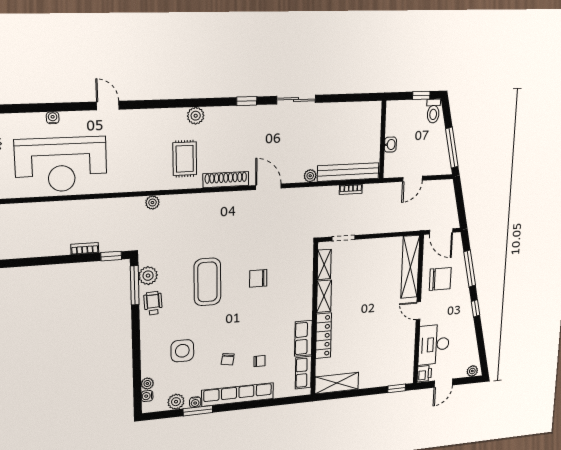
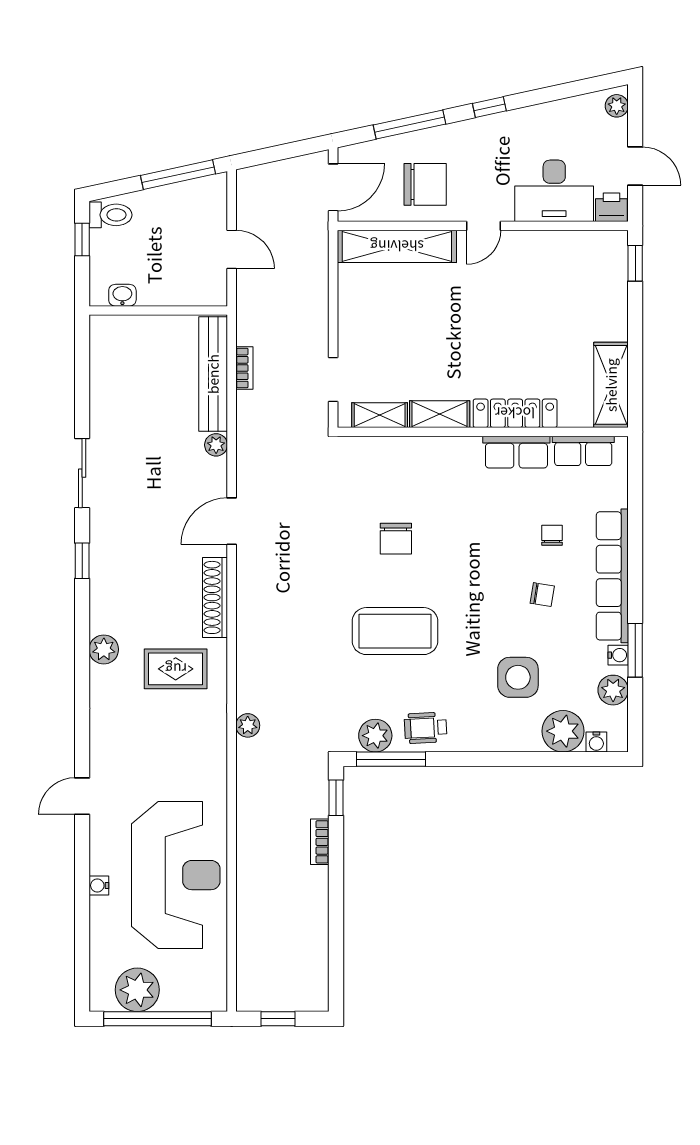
washbasin: (390, 145) -> (122, 295), moved
chair: (440, 279) -> (425, 184), turned 90
plant: (147, 383) -> (563, 731), width x1.88, depth x1.88

